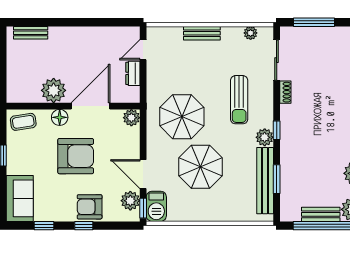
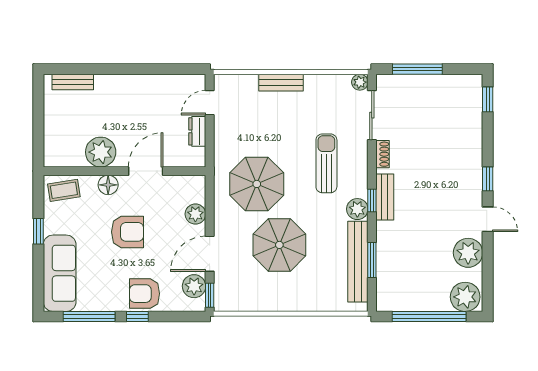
plant: (251, 33) -> (360, 82), moved
sun lounger: (239, 100) -> (326, 163), turned 180
door: (91, 106) -> (146, 171), width x0.73
plant: (131, 118) -> (195, 214), moved
armchair: (76, 156) -> (128, 232), width x0.73, depth x0.73
door: (143, 174) -> (210, 254), hinge flipped
sofa: (20, 198) -> (60, 273), width x1.36
barbecue: (156, 206) -> (226, 293), removed
bench: (321, 214) -> (385, 197), moved, turned 90
window: (44, 226) -> (89, 317), width x2.17

